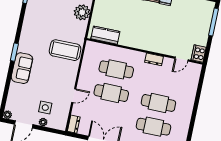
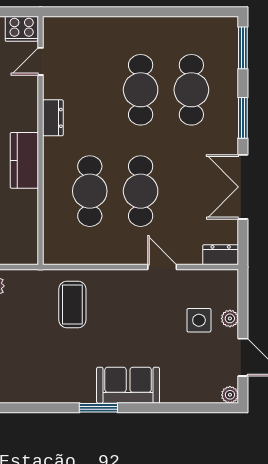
kitchen counter: (105, 35) -> (24, 160), moved
coffee table: (65, 50) -> (72, 304), width x0.73, depth x0.76
door: (182, 59) -> (40, 61), swing flipped

